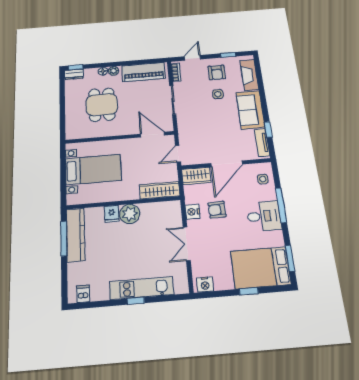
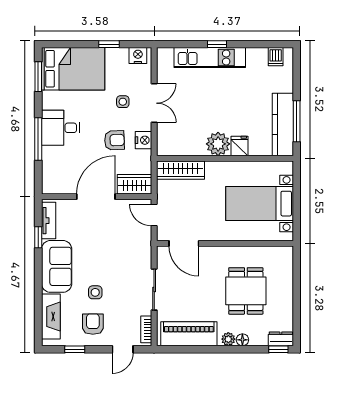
door: (178, 154) -> (154, 215), swing flipped
side table: (263, 179) -> (123, 102), moved
window: (249, 291) -> (109, 44), moved

